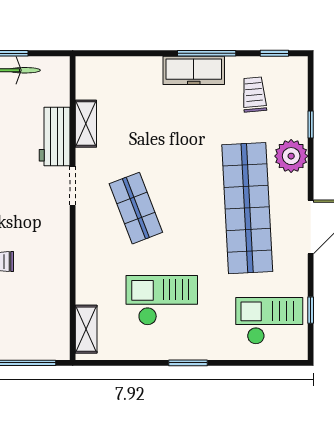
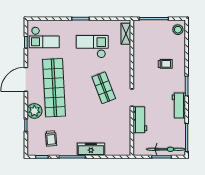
freezer: (194, 70) -> (91, 149), moved
shelving: (86, 124) -> (126, 125), removed
checkout: (162, 300) -> (92, 47), turned 180

